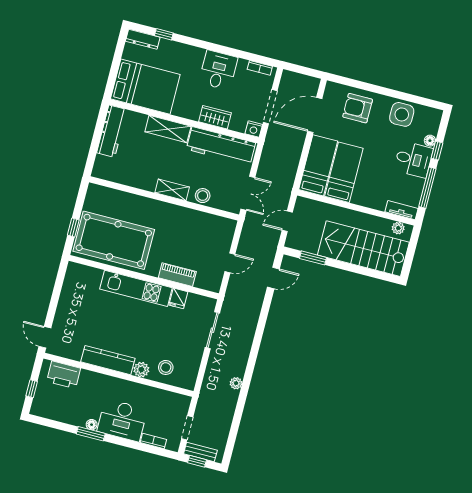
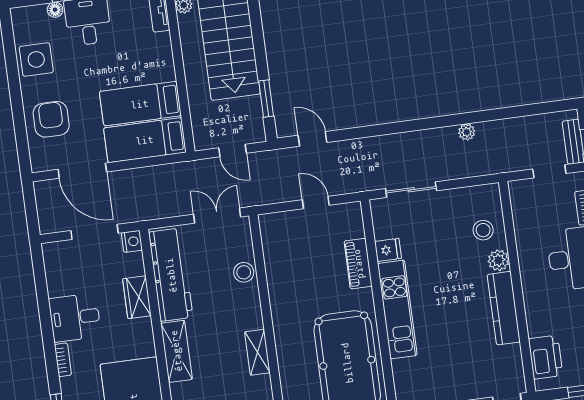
bookcase: (260, 68) -> (63, 360), moved
armchair: (358, 108) -> (51, 119), turned 180
shelving: (172, 190) -> (257, 352), moved

